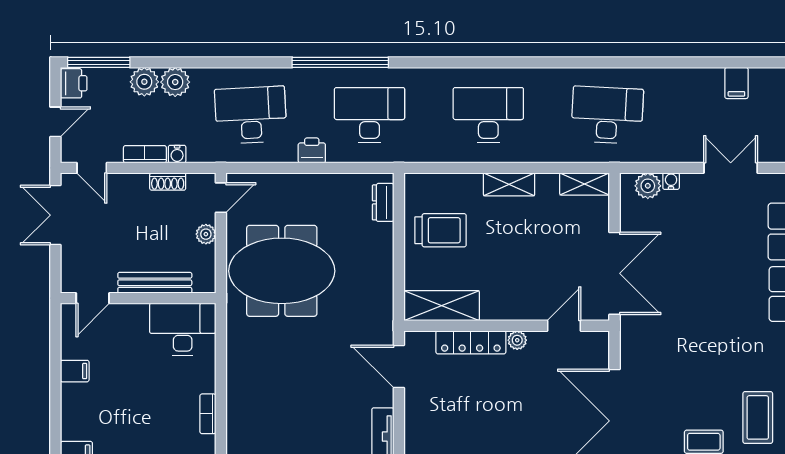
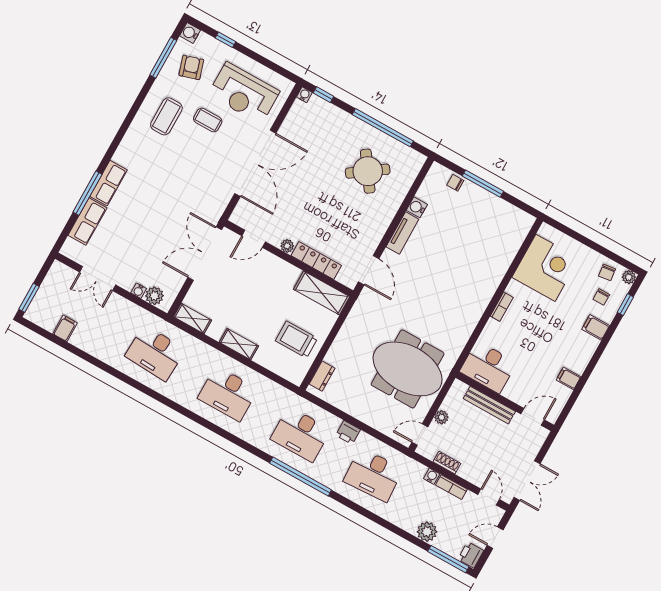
plant: (175, 82) -> (408, 521), removed

